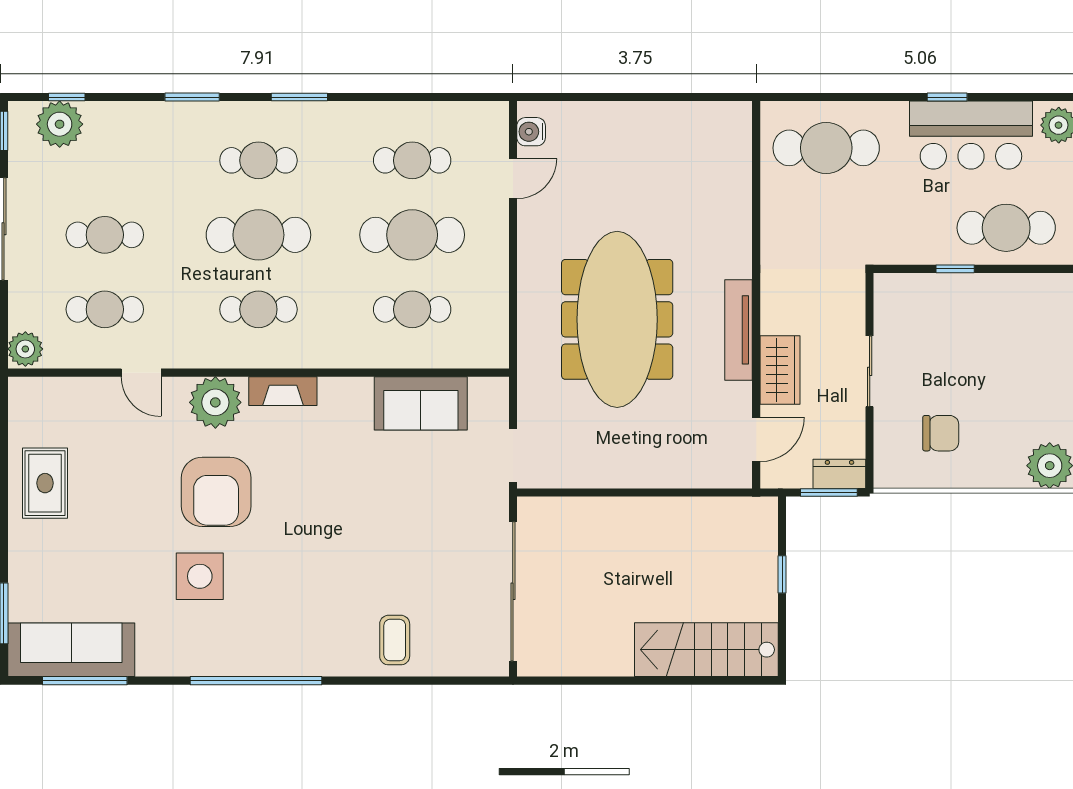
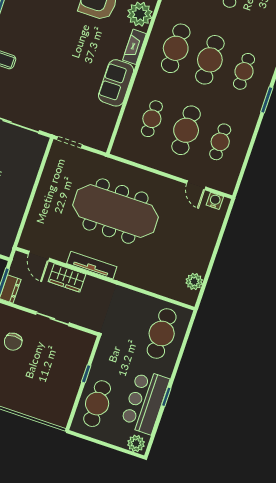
plant: (703, 119) -> (194, 282), added
cafe table: (258, 309) -> (176, 48), width x1.37, depth x1.35
sofa: (421, 403) -> (116, 83), moved

